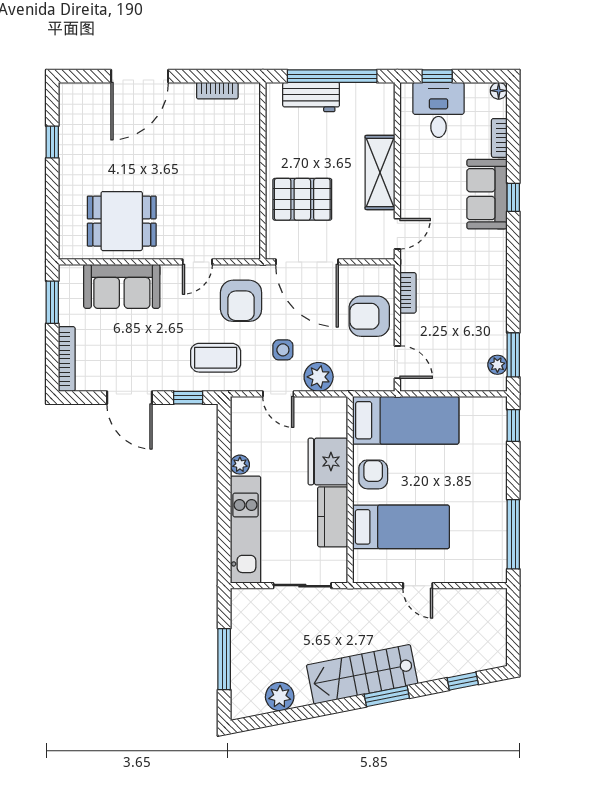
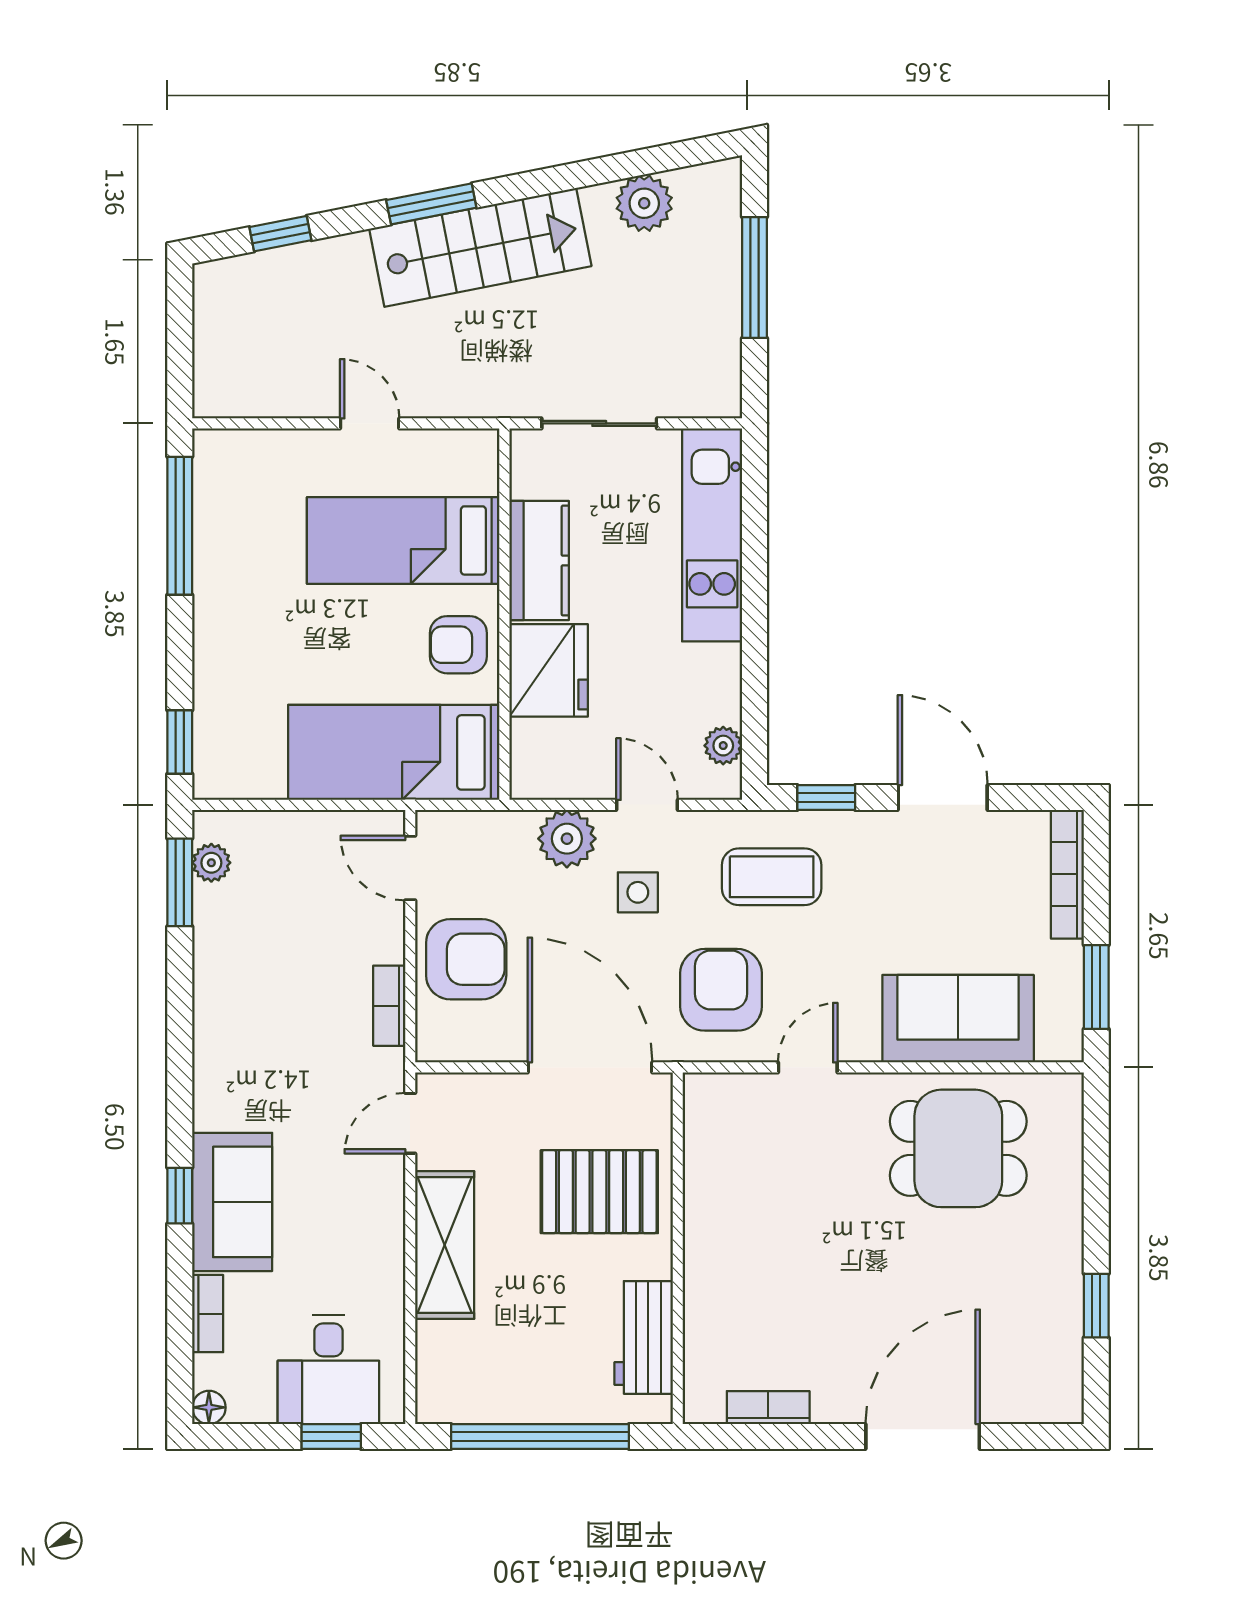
workbench: (311, 97) -> (644, 1337), moved, turned -90
plant: (240, 465) -> (723, 746), moved
armchair: (373, 474) -> (458, 645), turned 90

